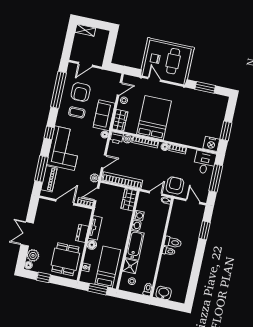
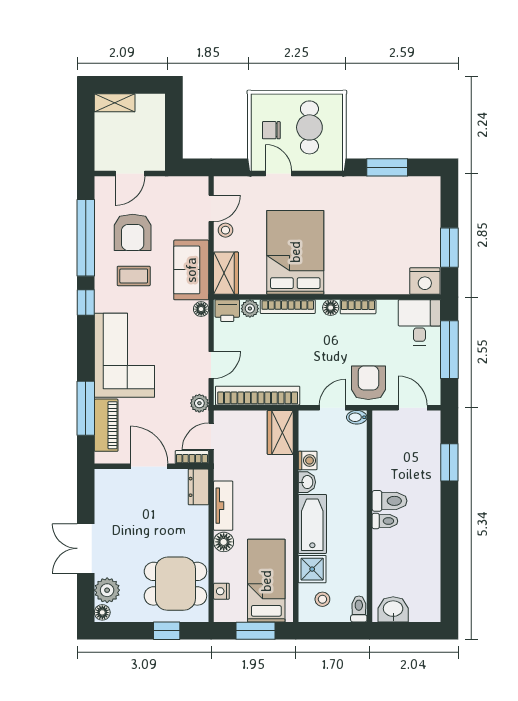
window: (49, 133) -> (86, 303), moved
door: (65, 202) -> (149, 466), hinge flipped
dresser: (82, 233) -> (198, 487), moved
dining table: (65, 259) -> (175, 584), turned 90
window: (44, 277) -> (167, 631), moved

